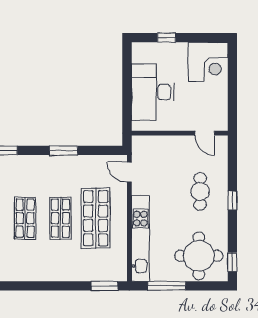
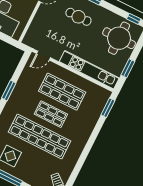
shop shelf: (25, 218) -> (40, 137), width x2.00, depth x1.36
window: (167, 286) -> (128, 68), width x0.69

